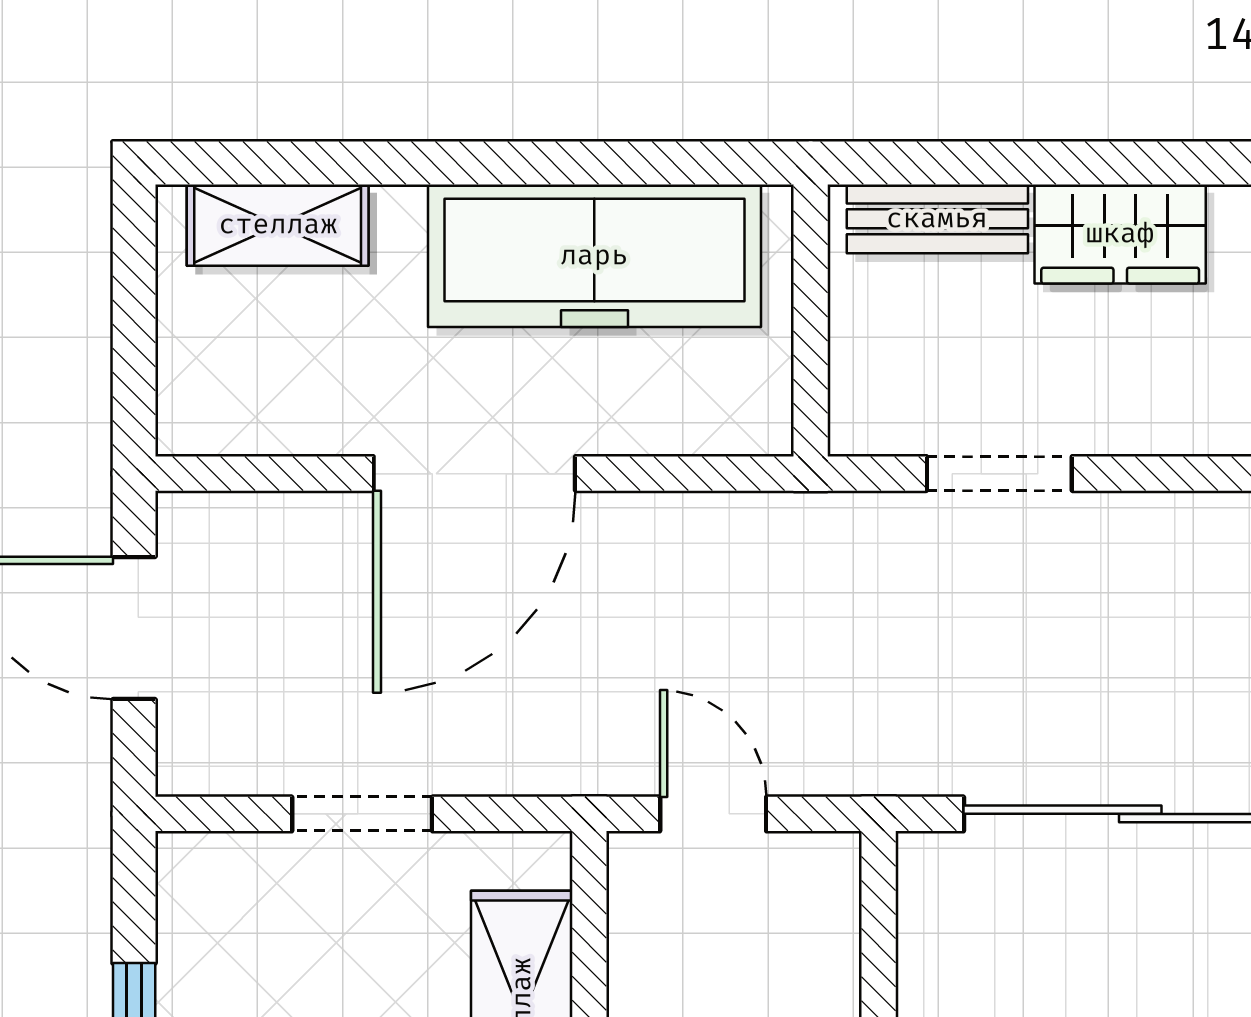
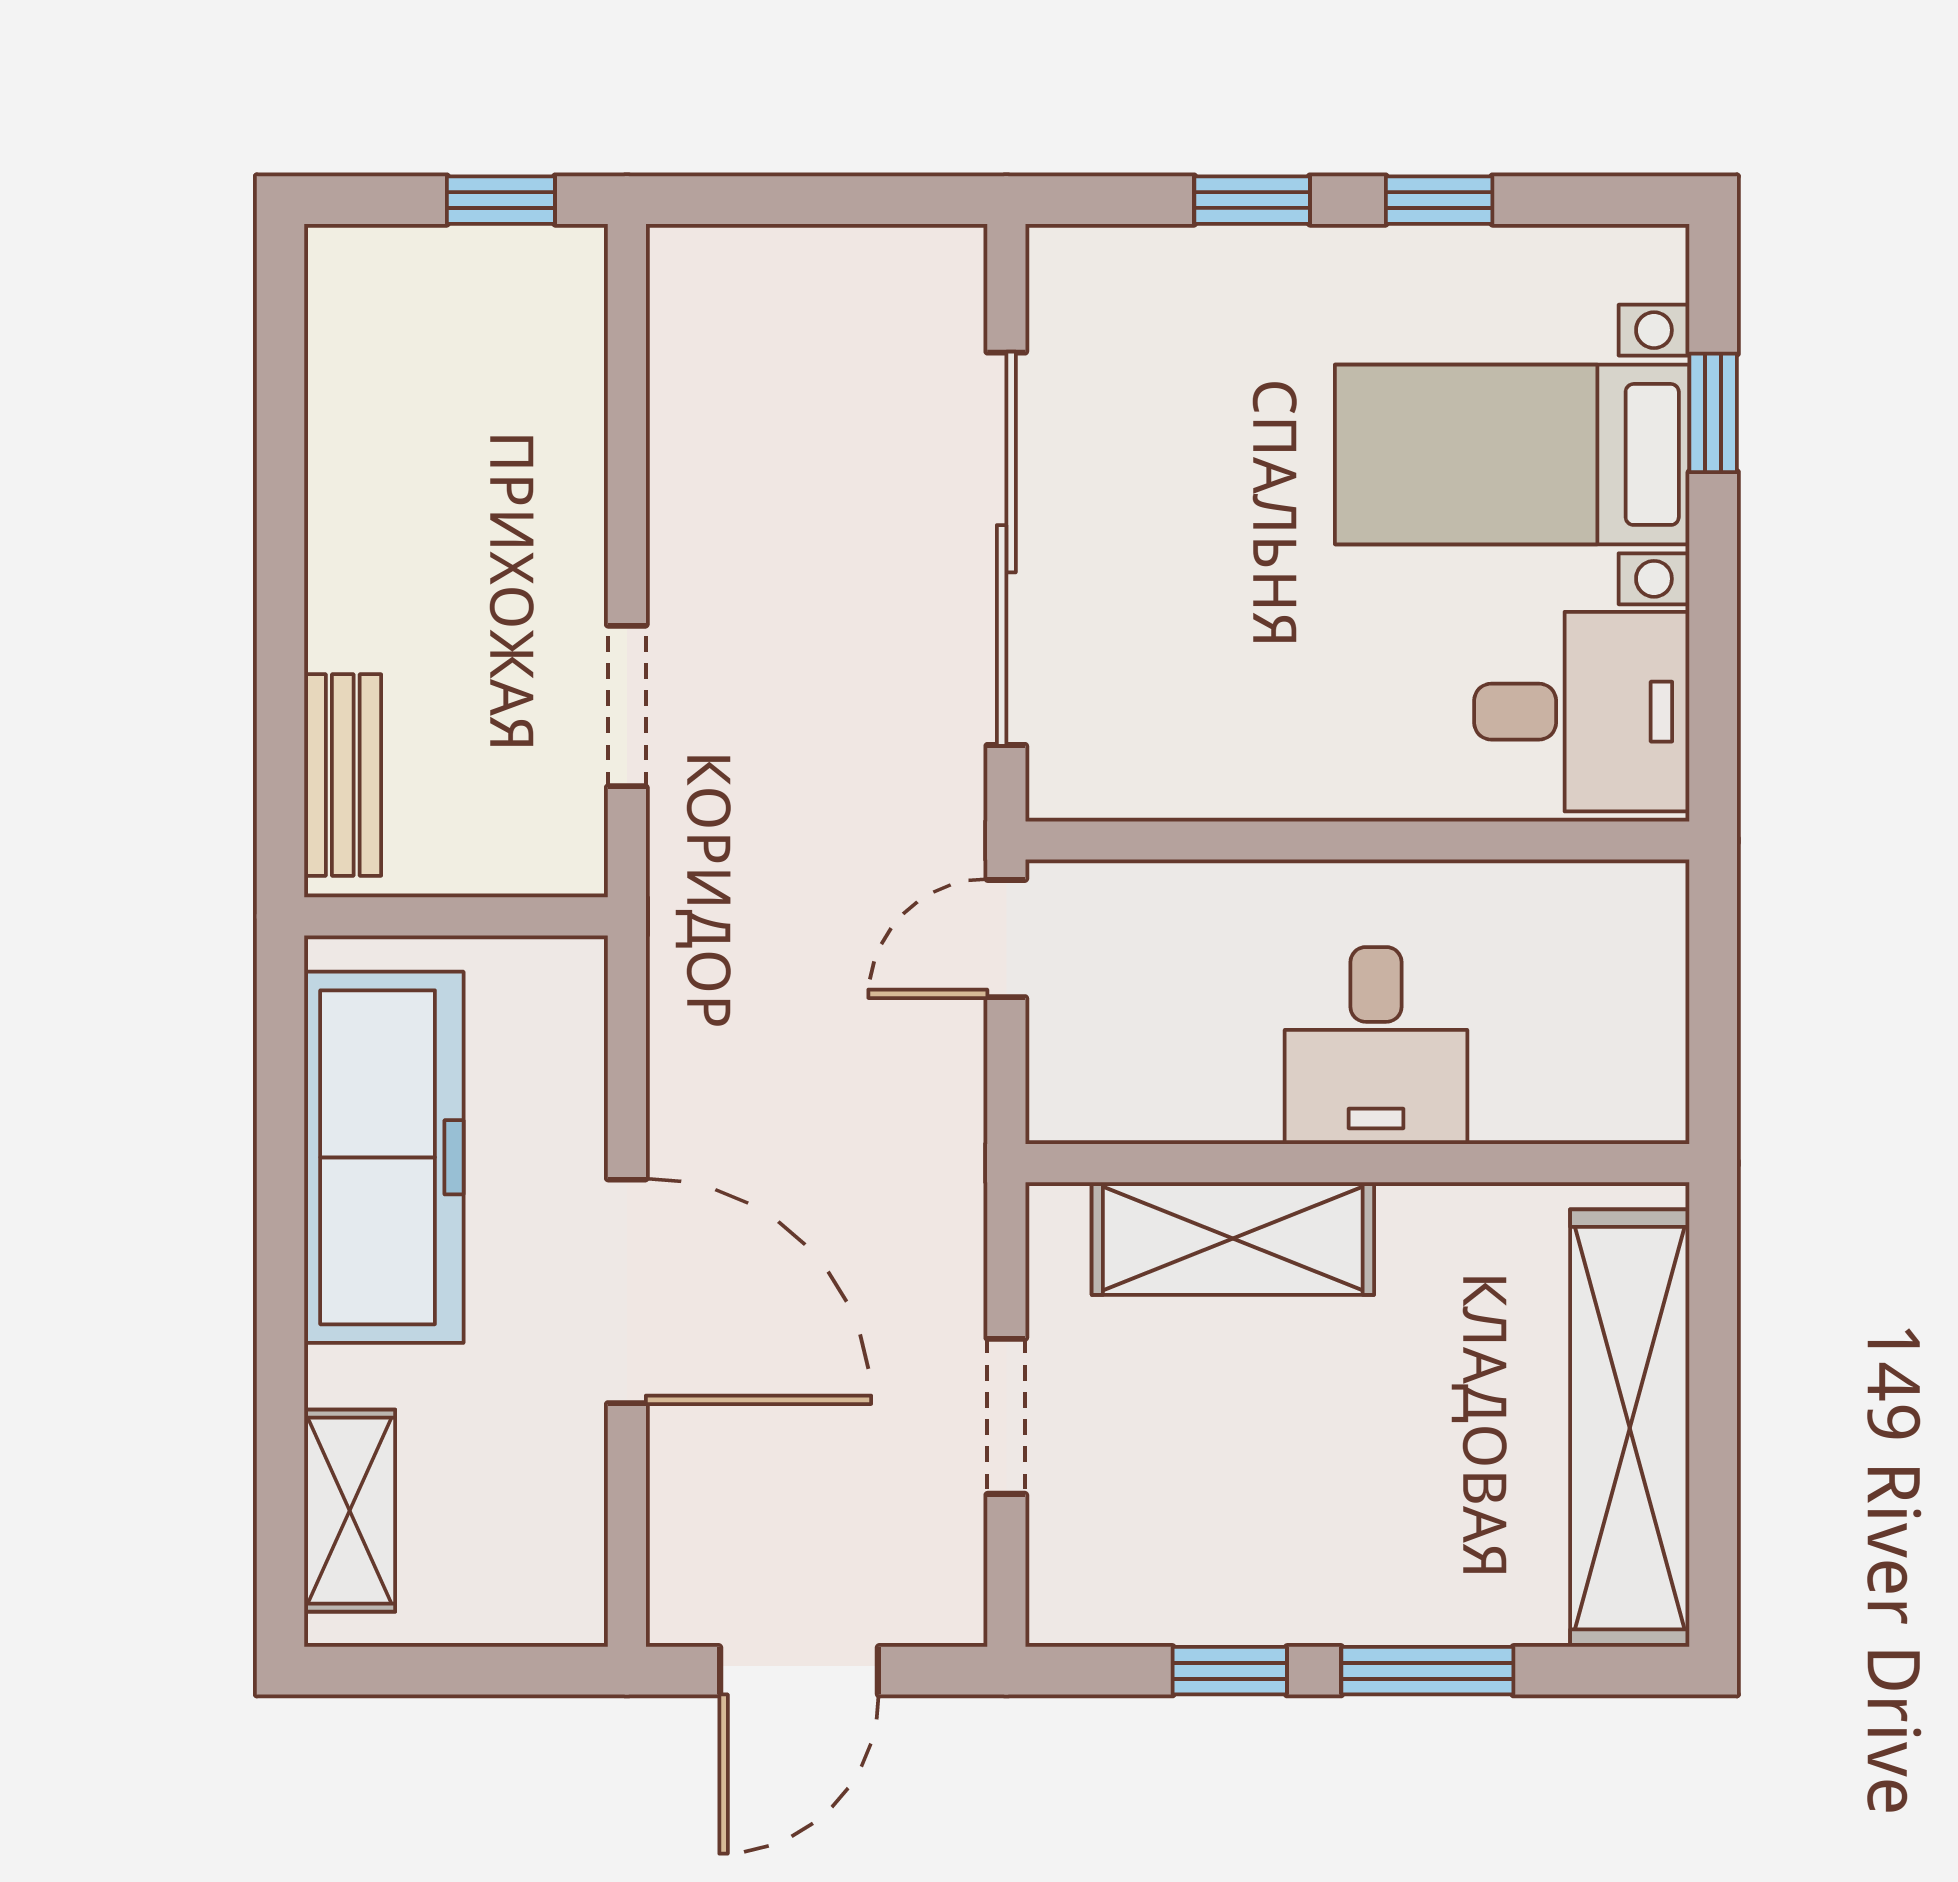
wardrobe: (1120, 234) -> (360, 571), removed
door: (713, 814) -> (1006, 939), moved

